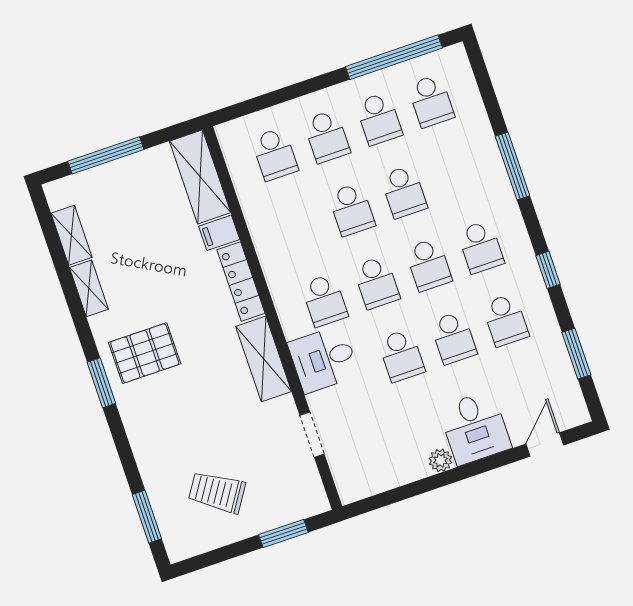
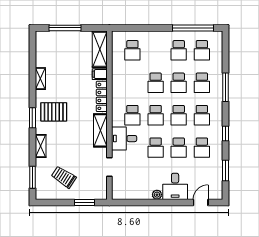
school desk: (327, 136) -> (202, 83), moved
shelving: (71, 235) -> (41, 146), moved

